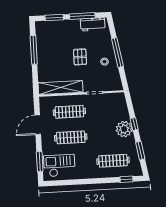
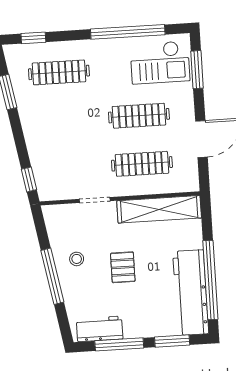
workbench: (44, 43) -> (191, 293), added
window: (34, 50) -> (210, 280), width x1.46
window: (134, 124) -> (29, 179), moved
plant: (124, 129) -> (39, 132), removed
window: (76, 182) -> (128, 32), added

